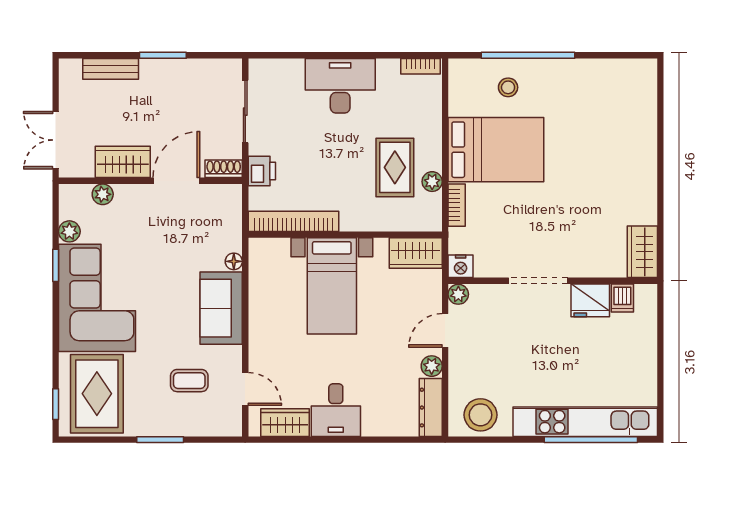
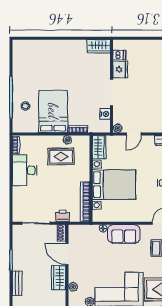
desk: (340, 86) -> (25, 170), moved
nightstand: (461, 266) -> (105, 114), moved
bed with nightstands: (332, 286) -> (114, 185), width x1.36
door: (445, 330) -> (134, 134), hinge flipped
plant: (432, 366) -> (150, 140), removed

